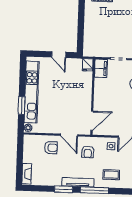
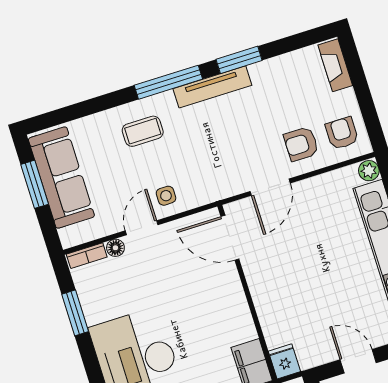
door: (92, 121) -> (230, 238), hinge flipped
door: (69, 135) -> (270, 187), swing flipped
armchair: (88, 152) -> (342, 133), moved

